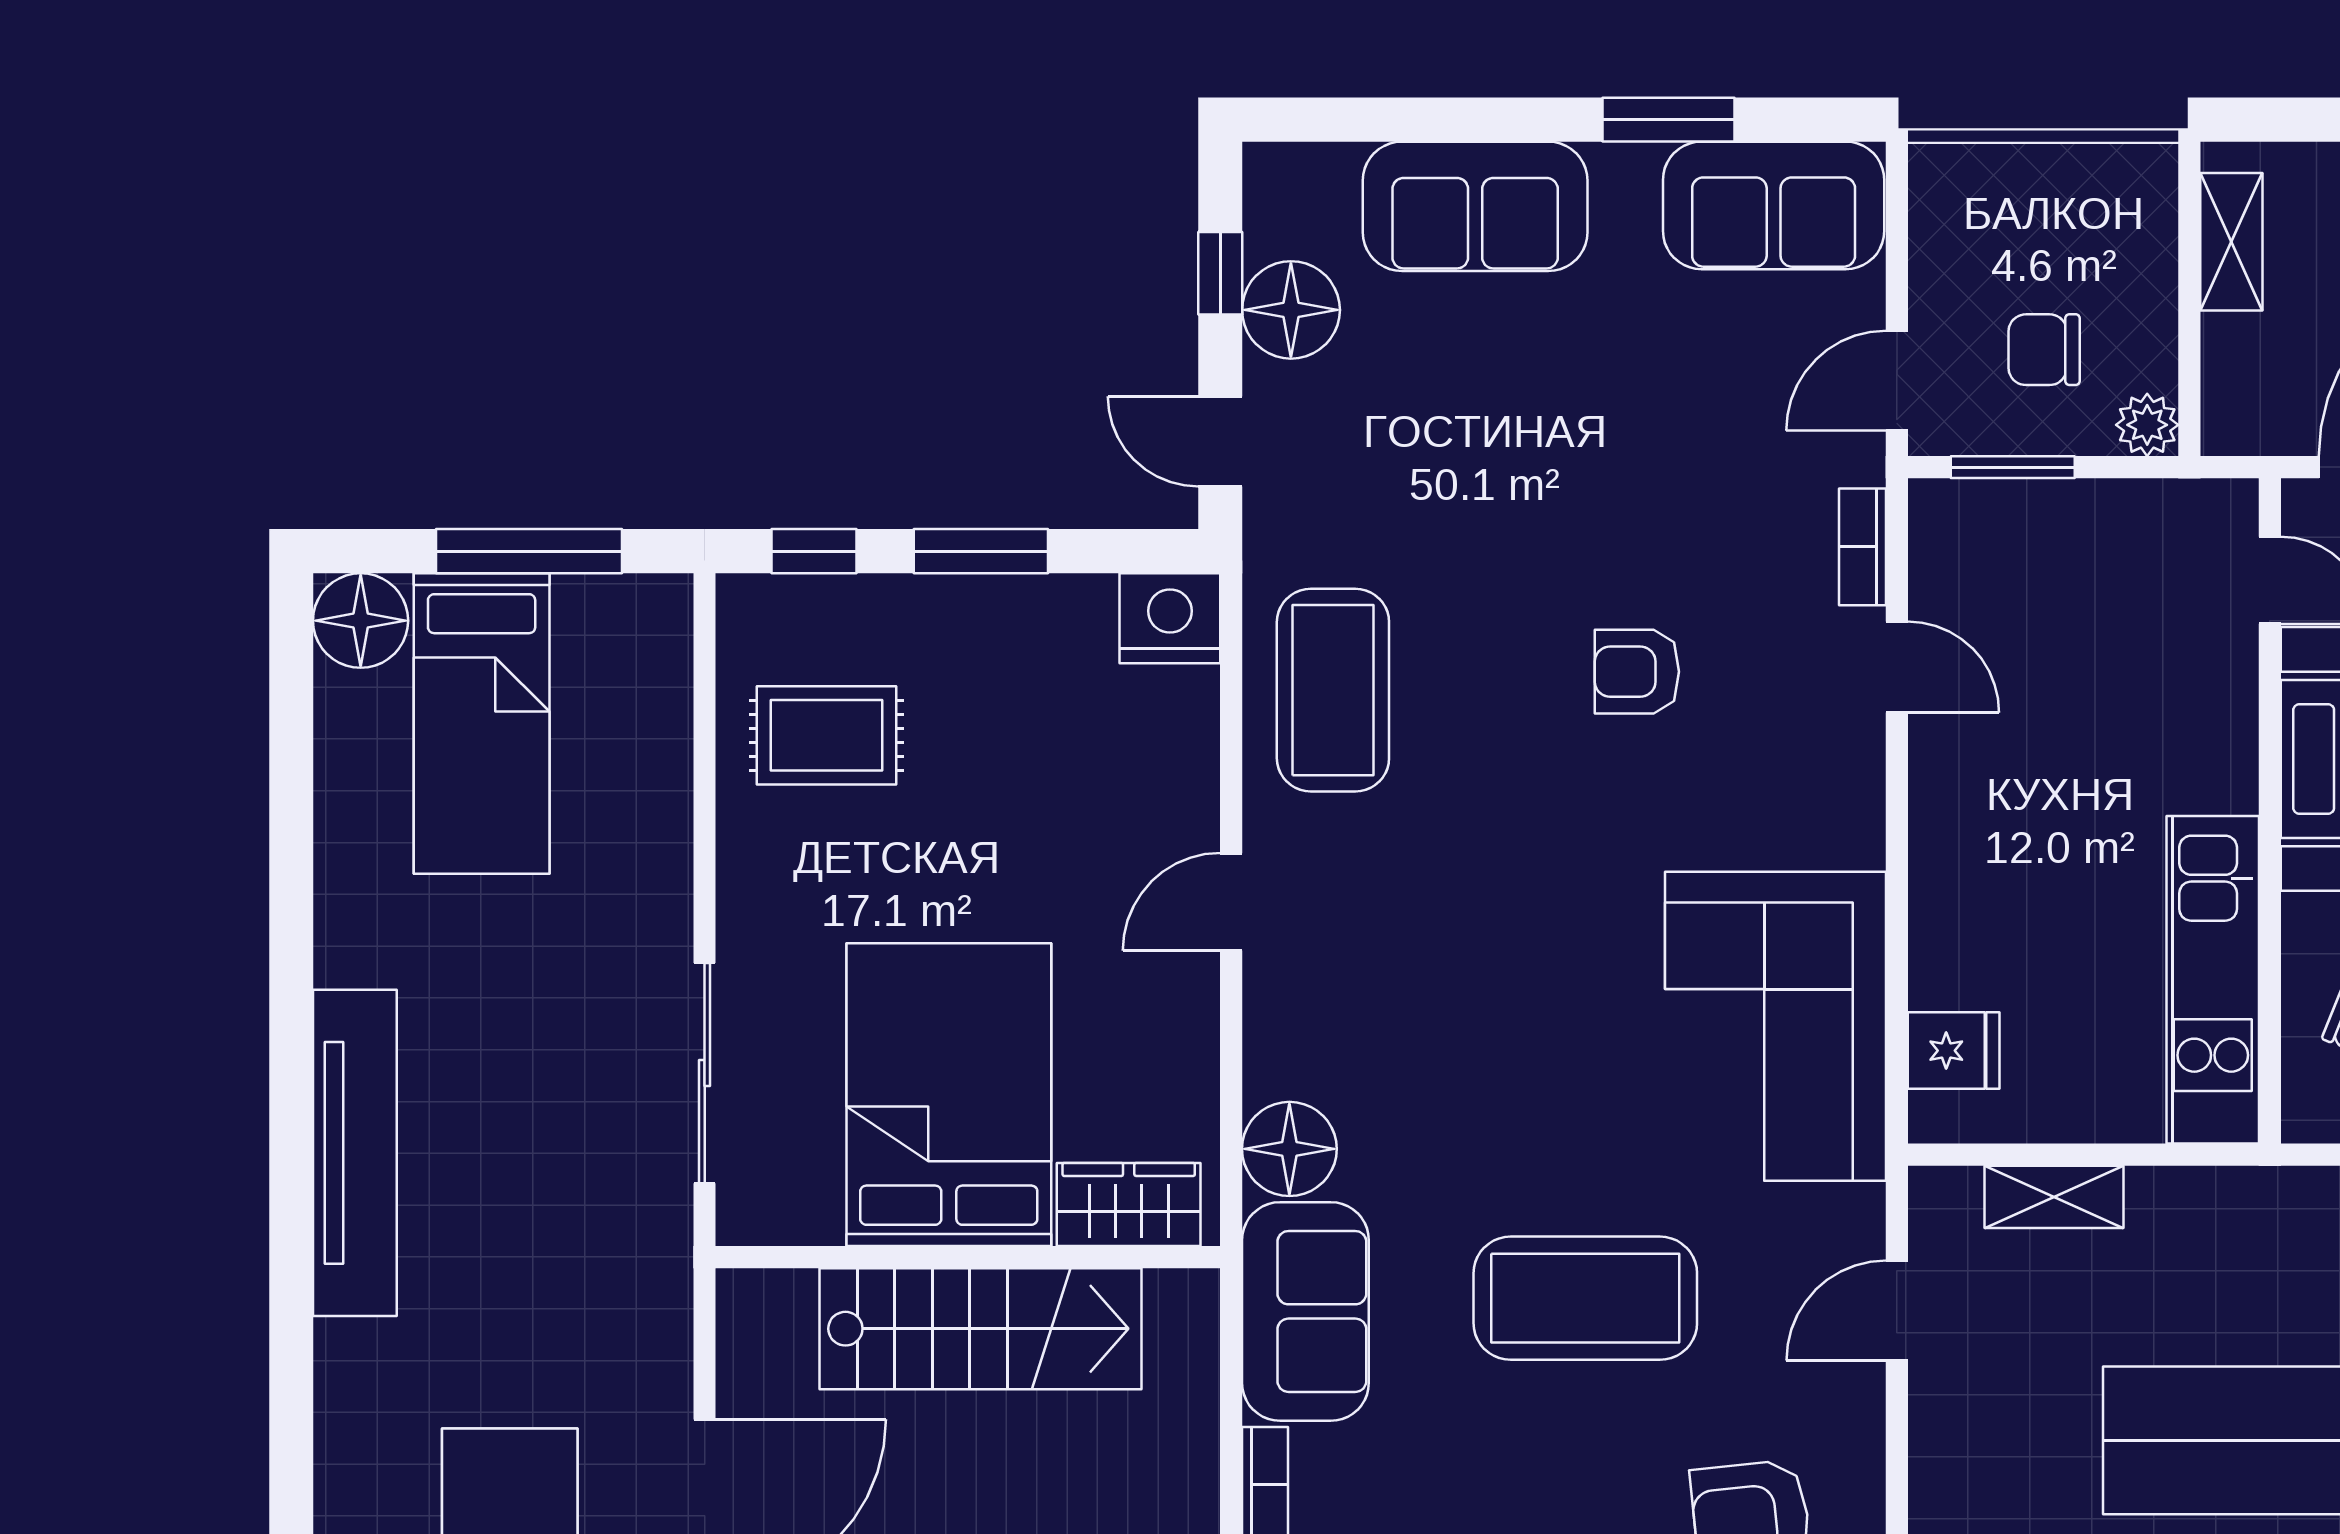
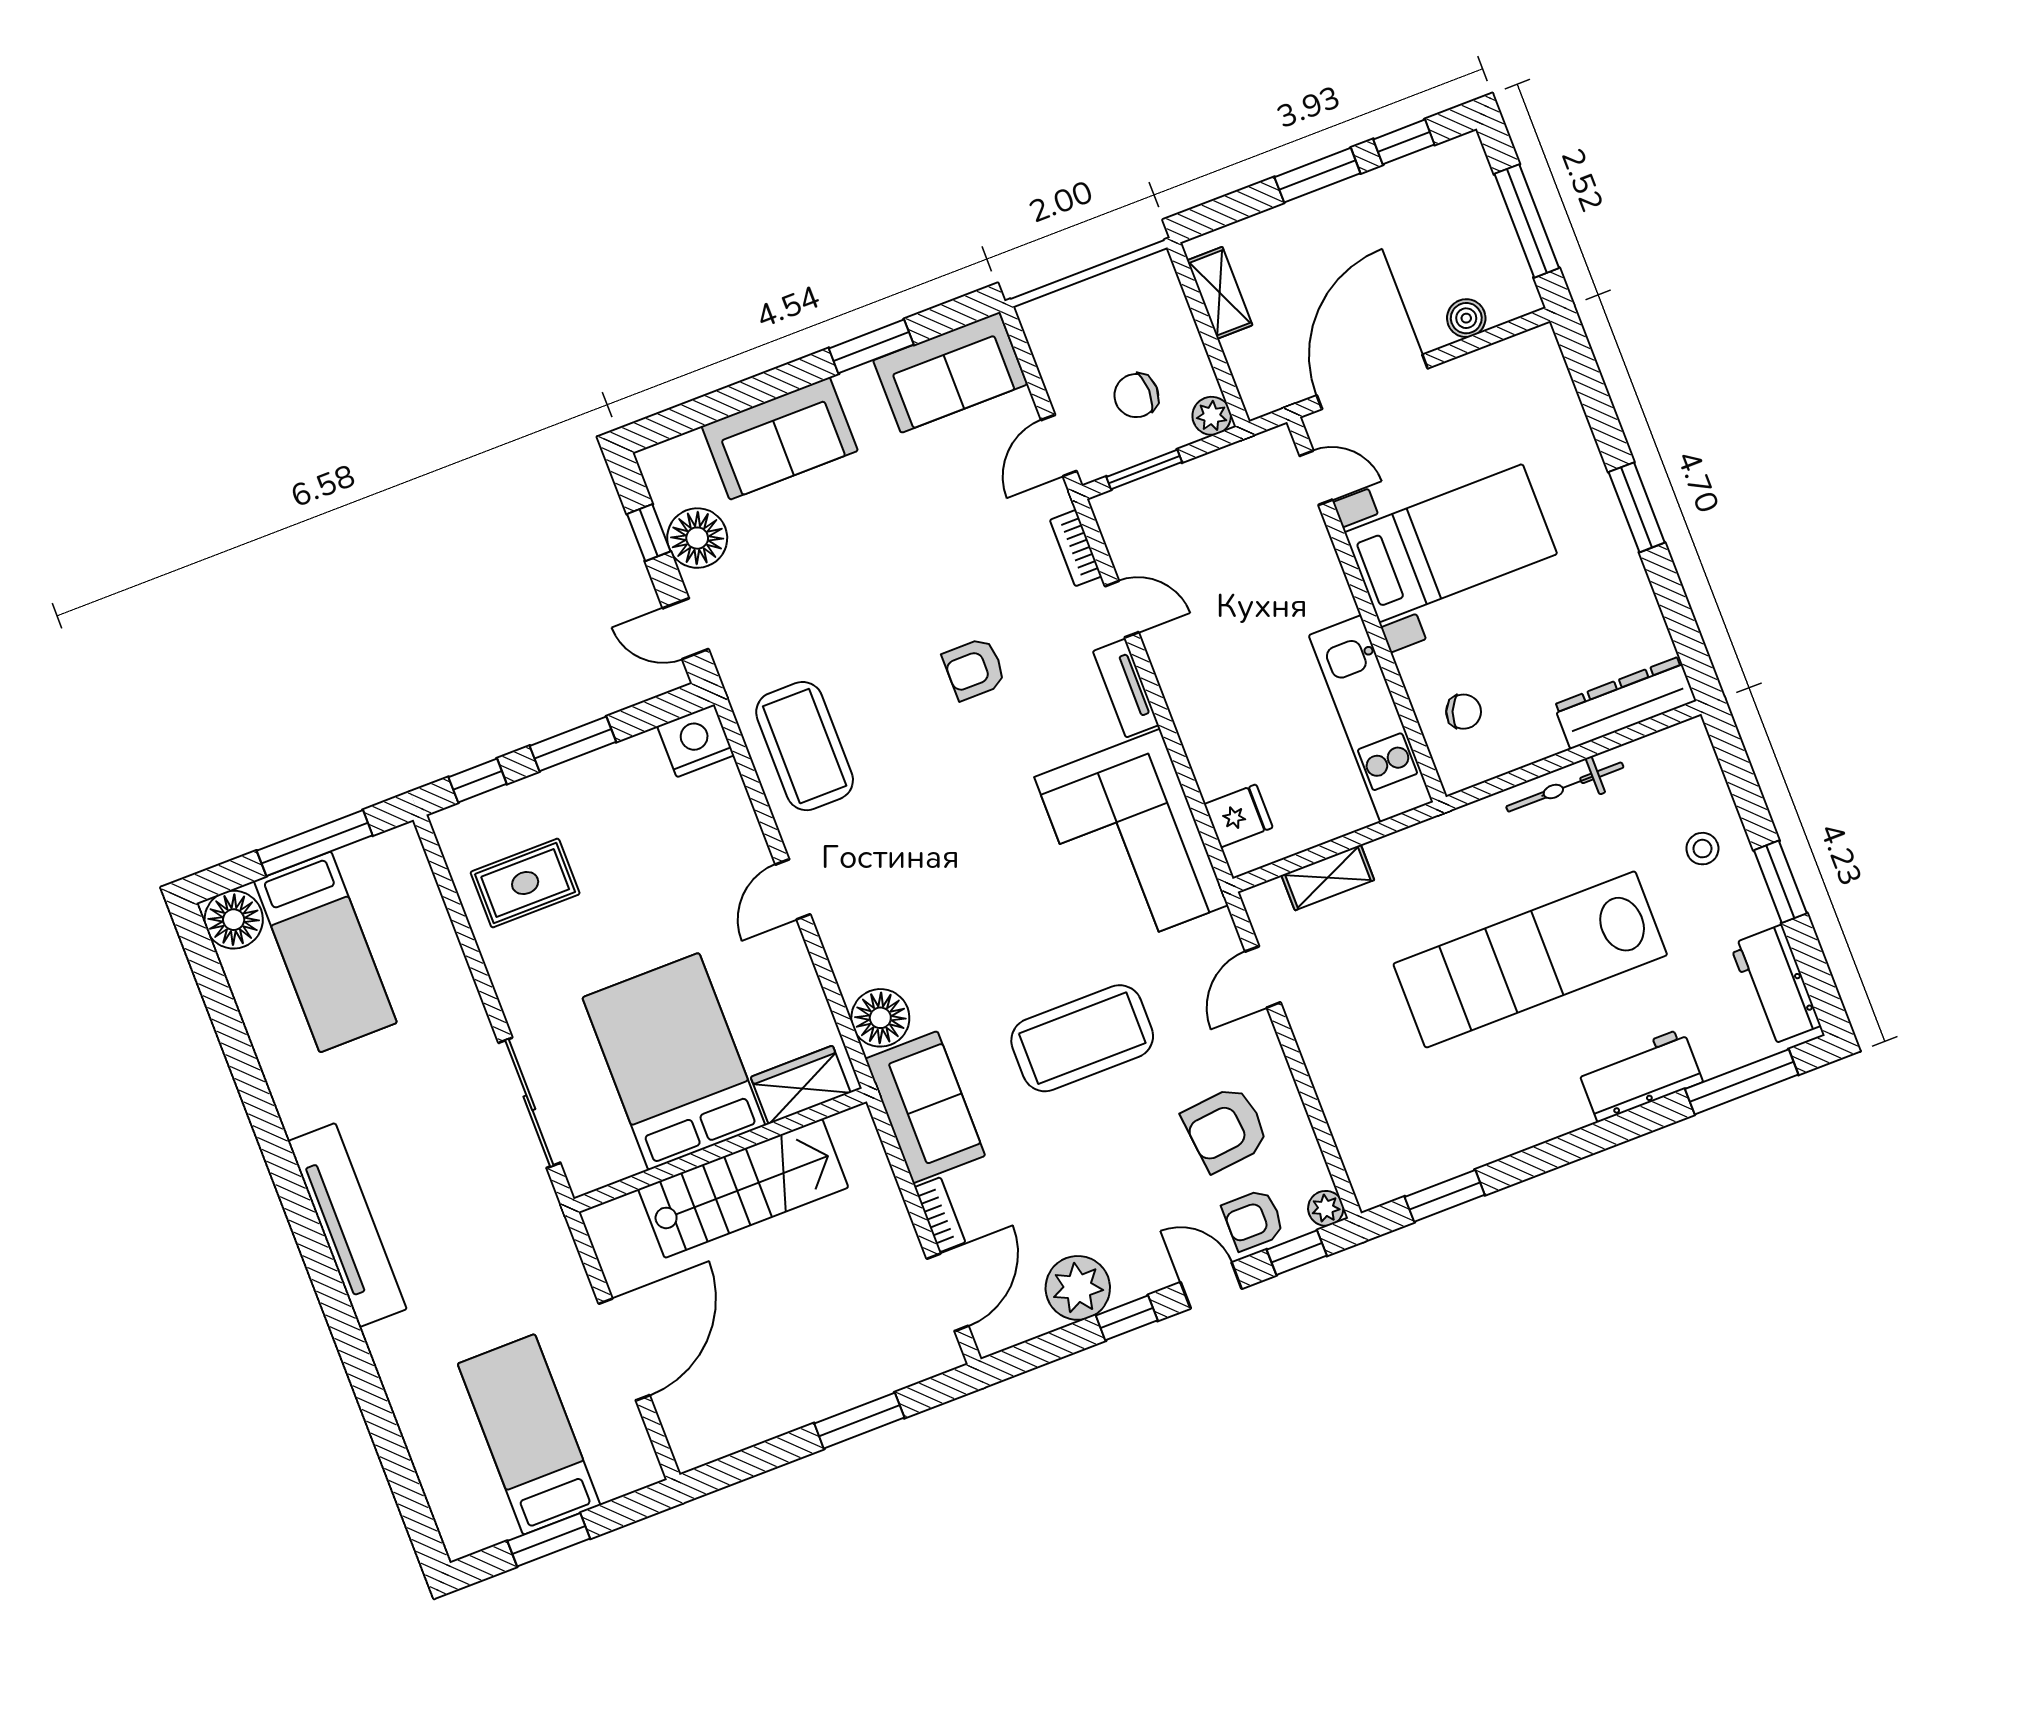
tv unit: (1857, 790) -> (1126, 688), added

